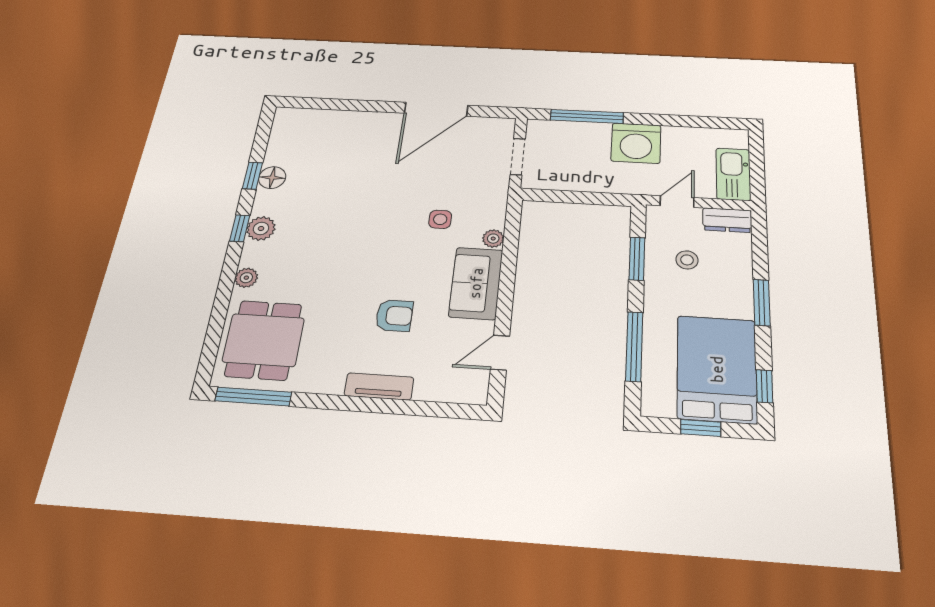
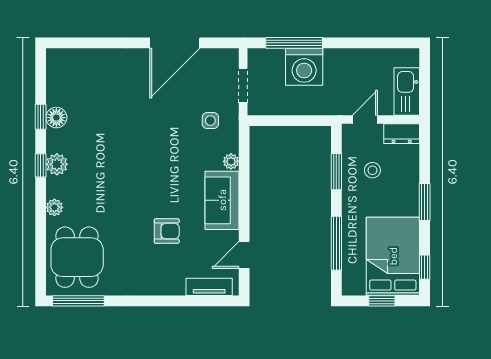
washing machine: (636, 143) -> (304, 67), moved
side table: (440, 219) -> (210, 121), moved
tv unit: (379, 386) -> (209, 287), moved

